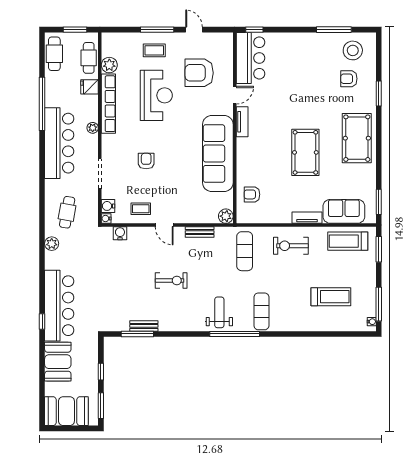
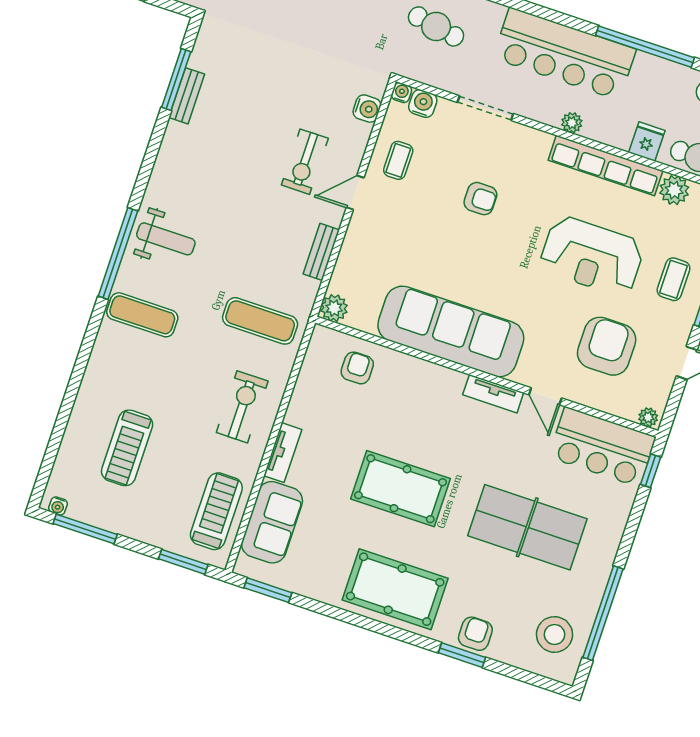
window: (334, 30) -> (603, 613), width x1.46
plant: (228, 40) -> (648, 417), added
armchair: (349, 79) -> (475, 634), moved
table tennis table: (303, 82) -> (527, 527), added
exercise bike: (171, 280) -> (305, 162), moved

